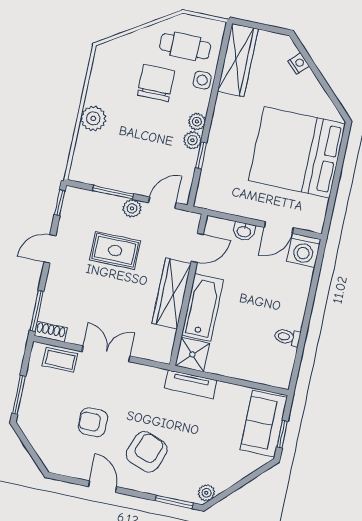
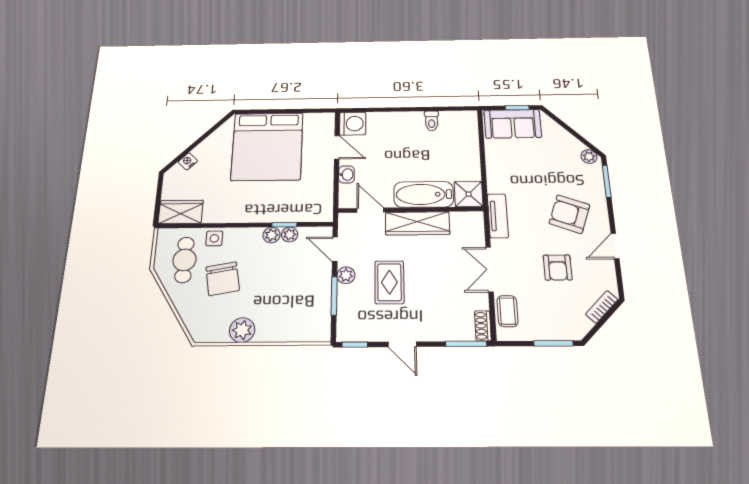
wardrobe: (238, 60) -> (181, 212), width x0.67
chair: (156, 83) -> (223, 279), turned -100
plant: (93, 118) -> (242, 330), moved
plant: (197, 122) -> (290, 234), moved
tv unit: (190, 384) -> (498, 216), moved
bookcase: (44, 453) -> (602, 307), added

